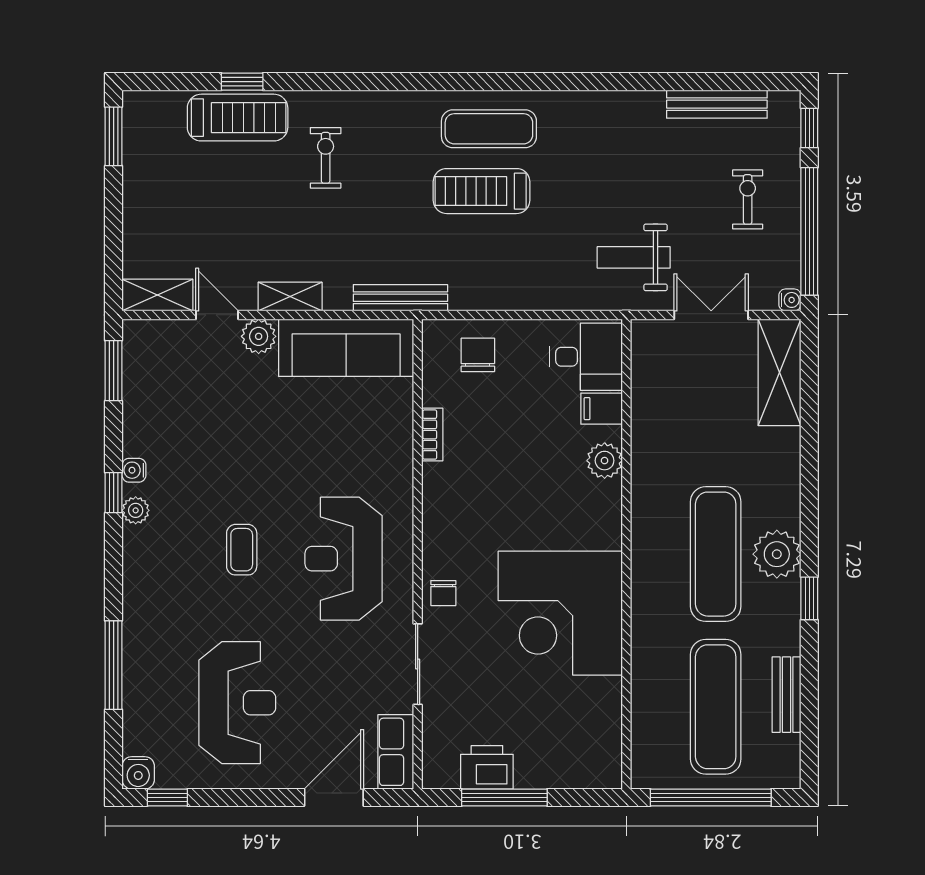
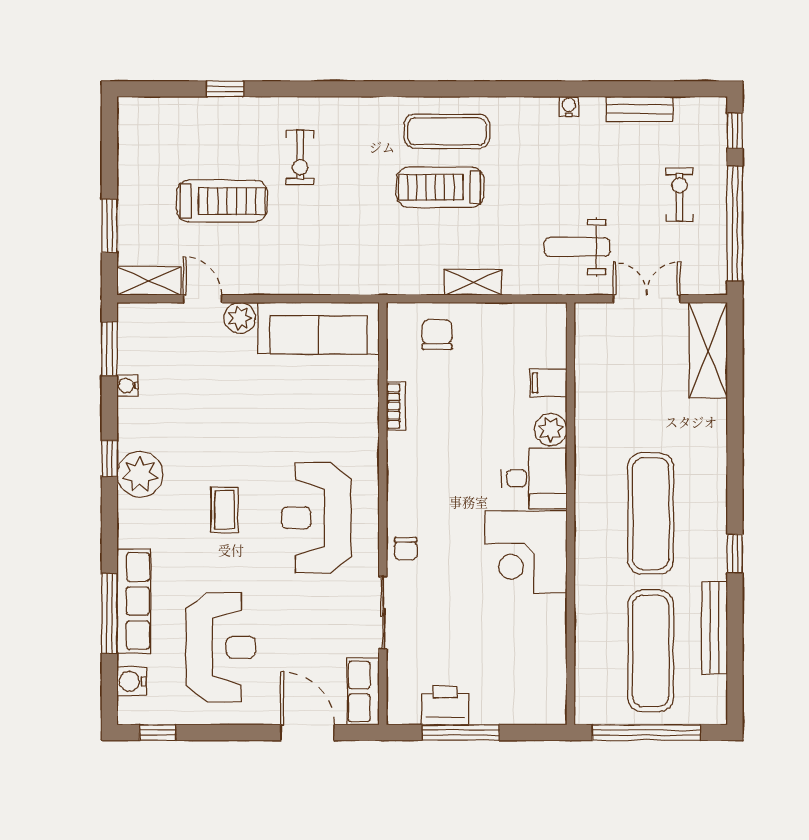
bench: (717, 104) -> (640, 109), width x0.73
treadmill: (238, 118) -> (222, 201), moved
window: (114, 136) -> (109, 226), moved
exercise bike: (326, 158) -> (300, 157), turned 180
shelving: (290, 297) -> (473, 282), moved
bench: (400, 298) -> (367, 283), removed
water cooler: (790, 300) -> (569, 106), moved, turned -90
desk: (586, 357) -> (534, 478), moved
water cooler: (134, 470) -> (128, 386), moved
plant: (136, 510) -> (140, 474), width x1.88, depth x1.88
plant: (777, 554) -> (706, 514), removed
corner desk: (560, 613) -> (526, 552), width x0.74, depth x0.74
row of seats: (141, 651) -> (134, 601), added
bench: (786, 695) -> (714, 628), width x1.36
water cooler: (138, 773) -> (132, 681), moved, turned 90
door: (334, 798) -> (307, 733), hinge flipped

